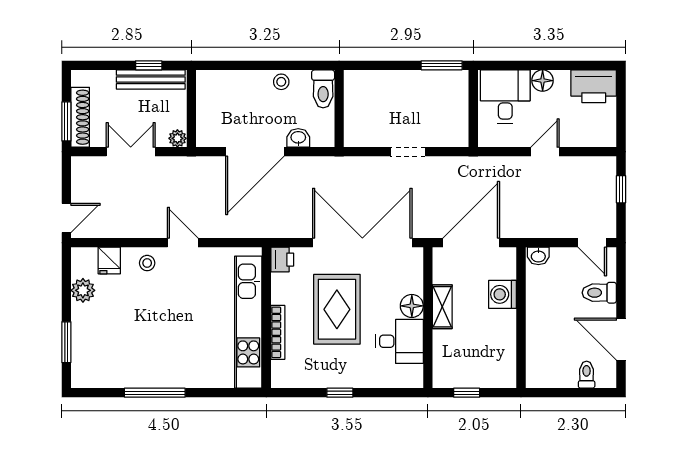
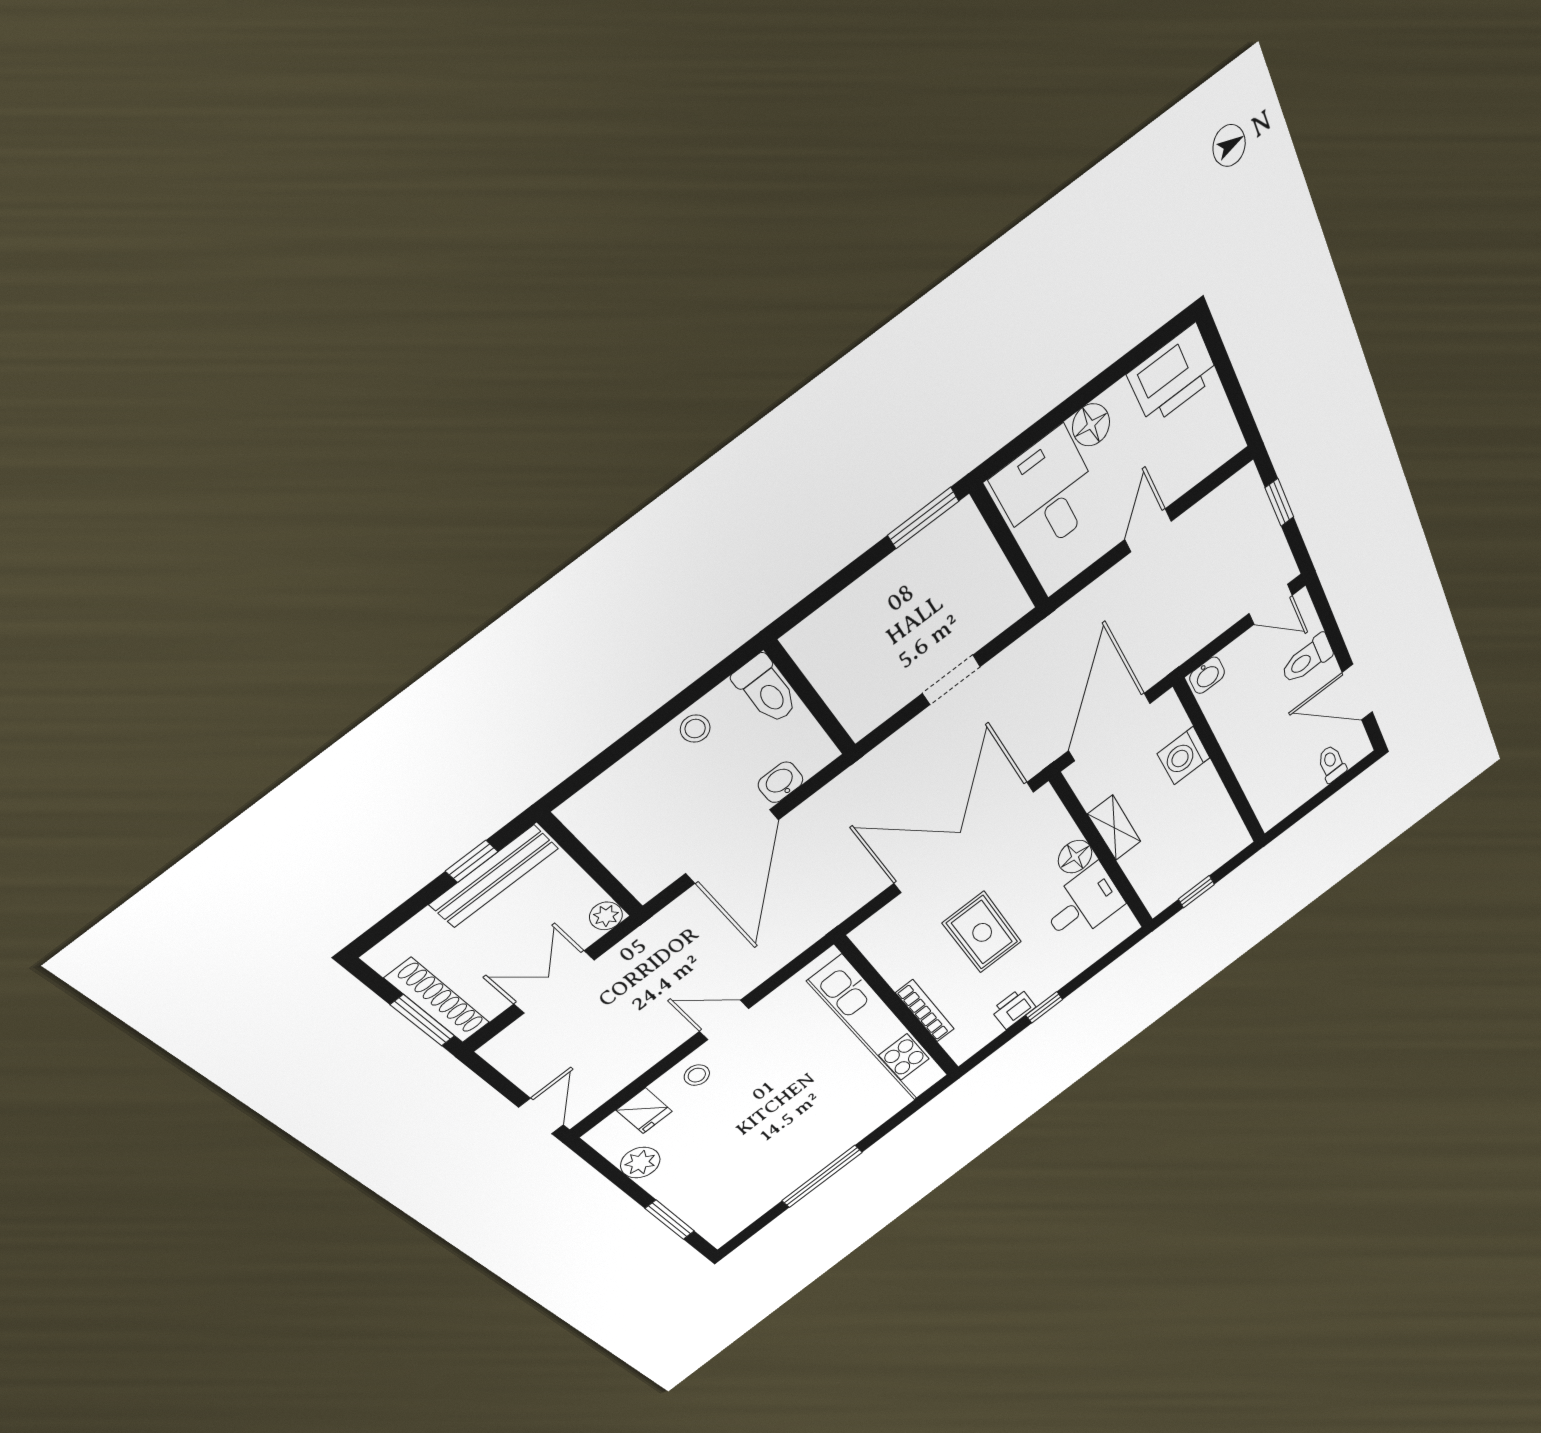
printer: (282, 260) -> (1014, 1009), moved, turned -90
rug: (337, 309) -> (982, 932), width x0.73, depth x0.70

